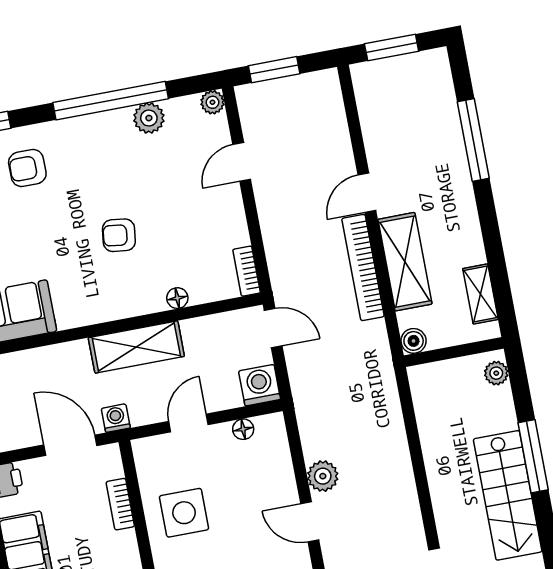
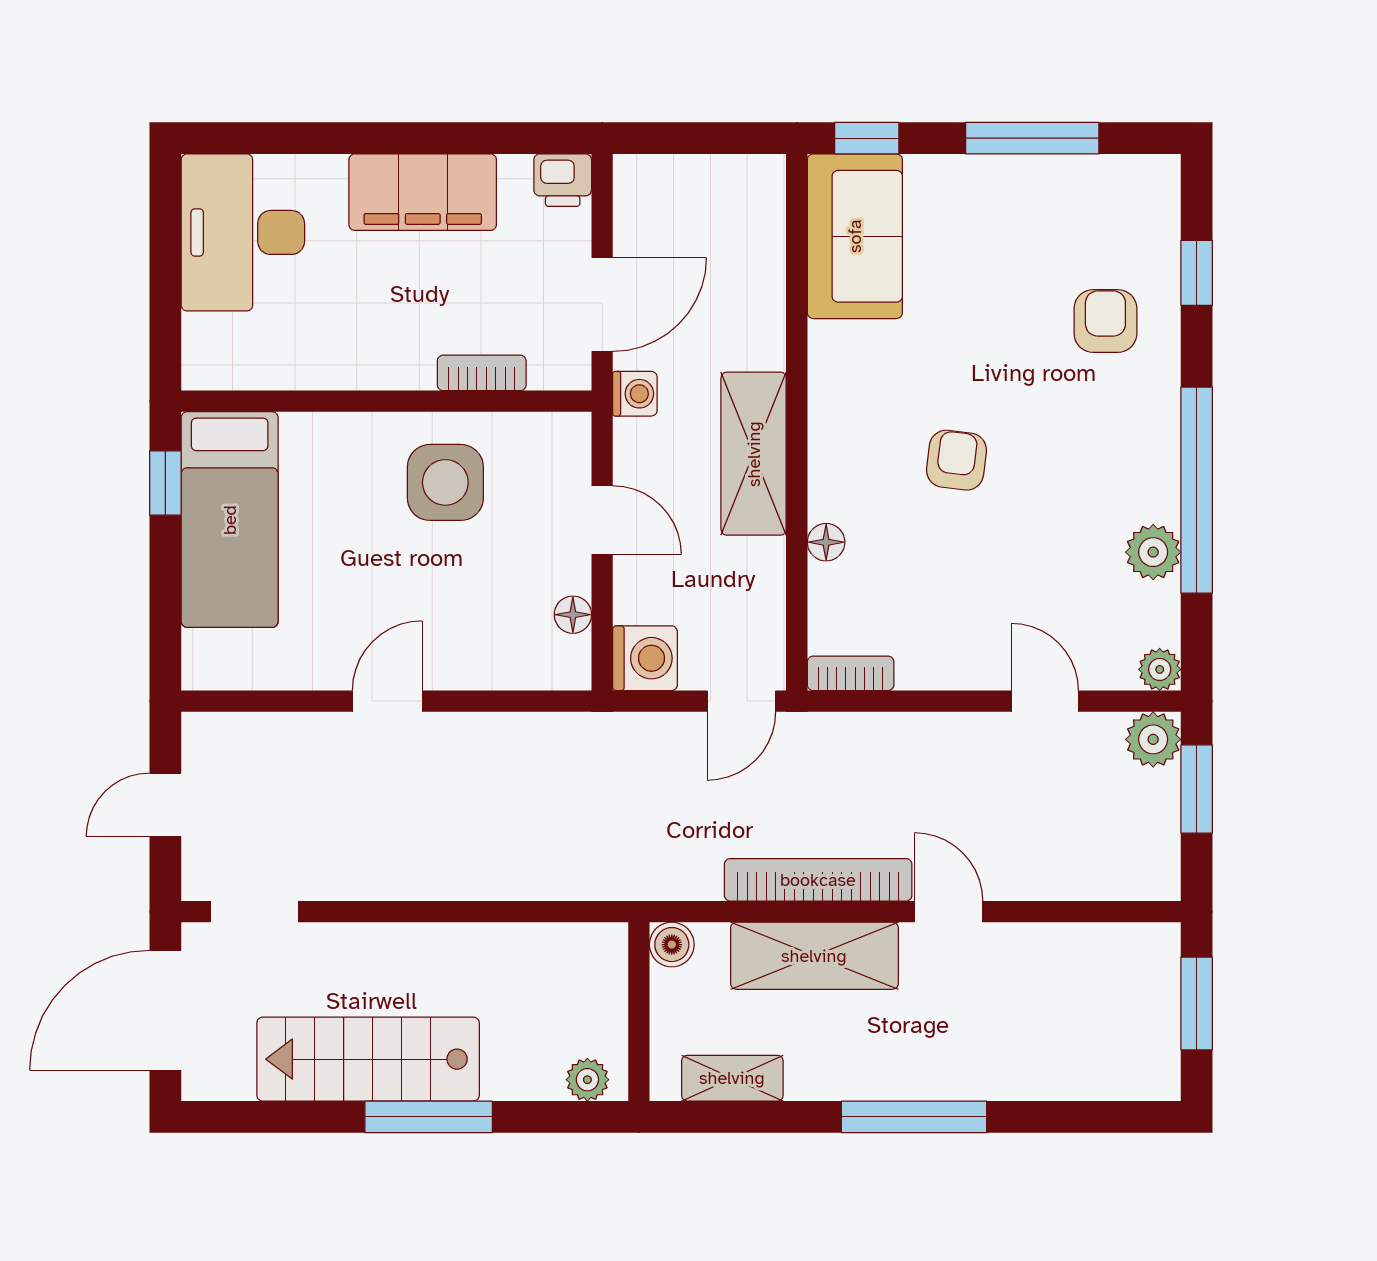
window: (473, 140) -> (914, 1117), moved
plant: (323, 476) -> (1153, 739), moved

